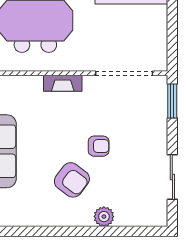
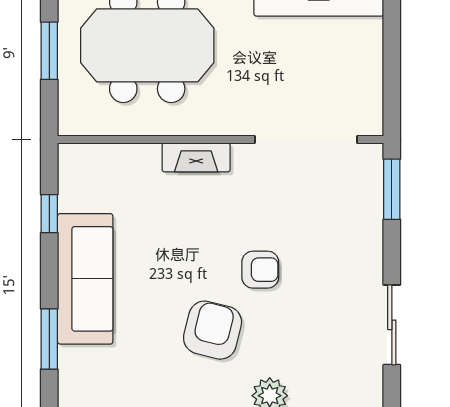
armchair: (72, 180) -> (213, 330), turned -113

